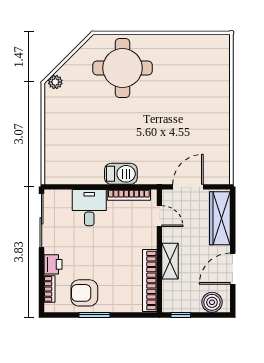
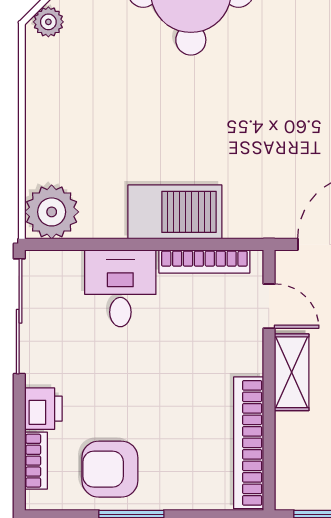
plant: (57, 172) -> (52, 212), added
barbecue: (121, 174) -> (175, 212), width x1.37, depth x1.21
shelving: (170, 261) -> (292, 372), moved

